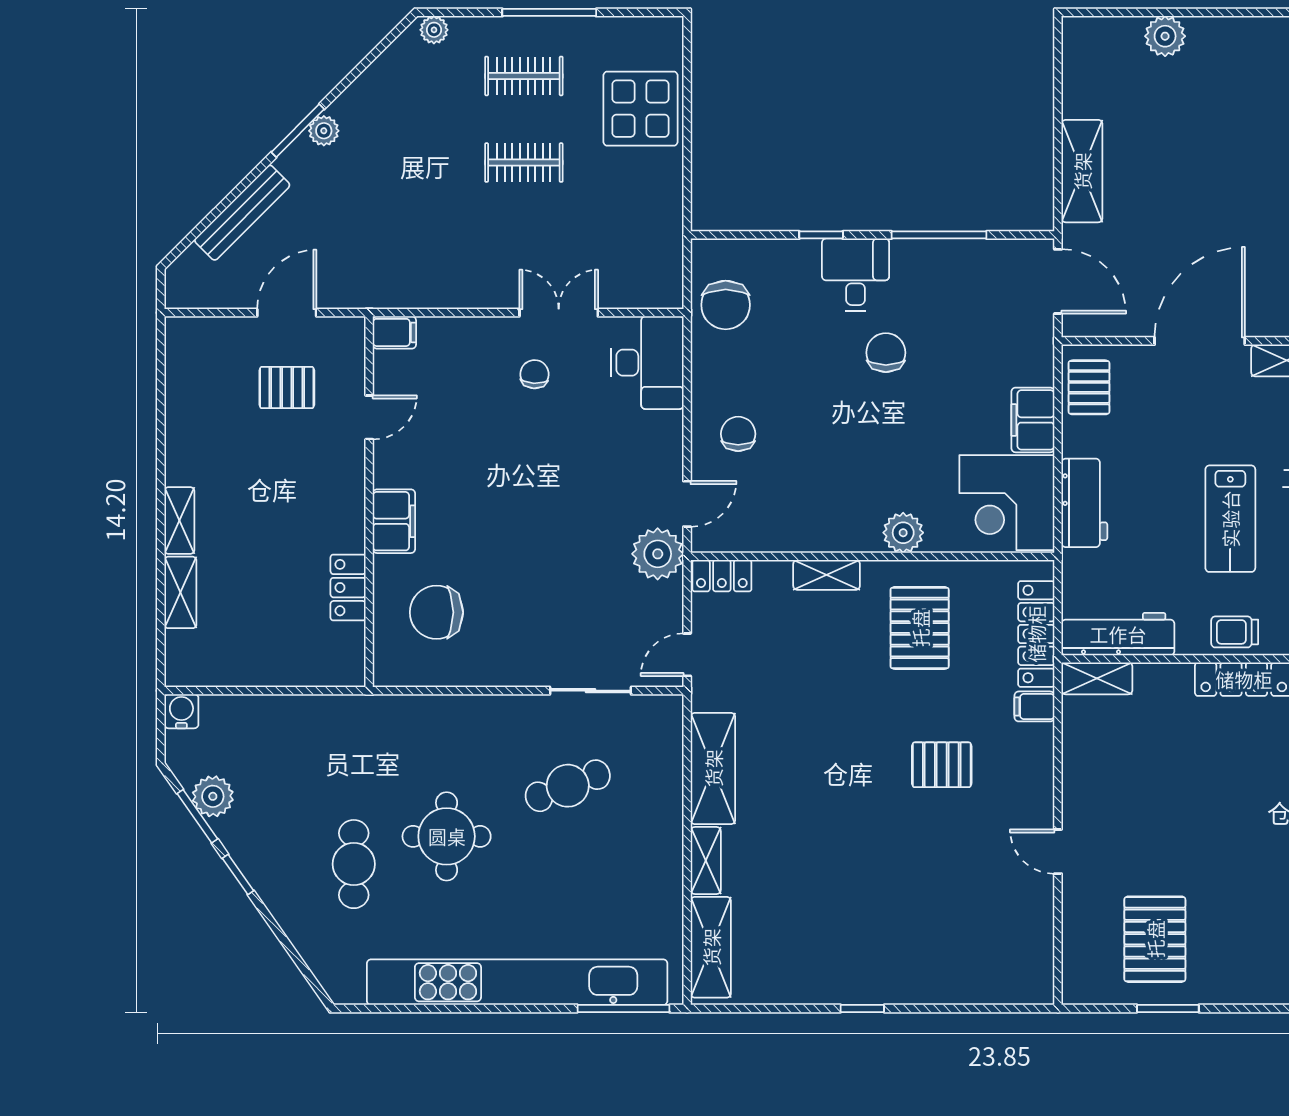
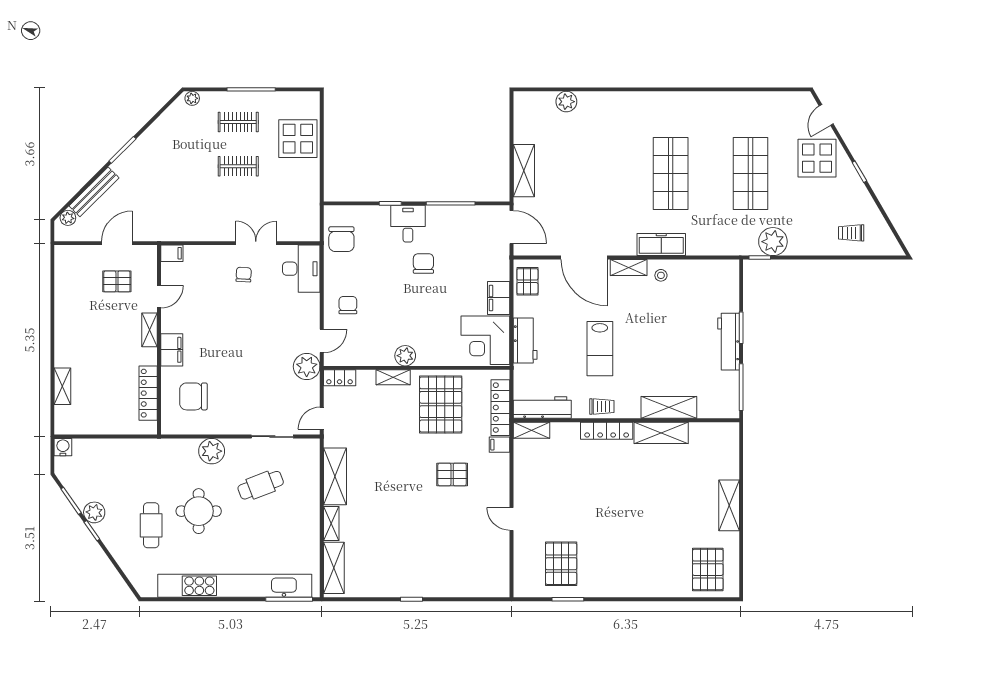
plant: (324, 131) -> (68, 218), moved
door: (1200, 341) -> (584, 258), swing flipped
shelving: (179, 521) -> (150, 330), moved
plant: (903, 533) -> (405, 356), moved
locker: (348, 588) -> (148, 393), width x1.53
pallet: (920, 628) -> (441, 404), width x1.37, depth x1.41
trolley: (1235, 632) -> (602, 406), turned 180
plant: (472, 719) -> (212, 451), added
plant: (213, 796) -> (94, 512), moved

